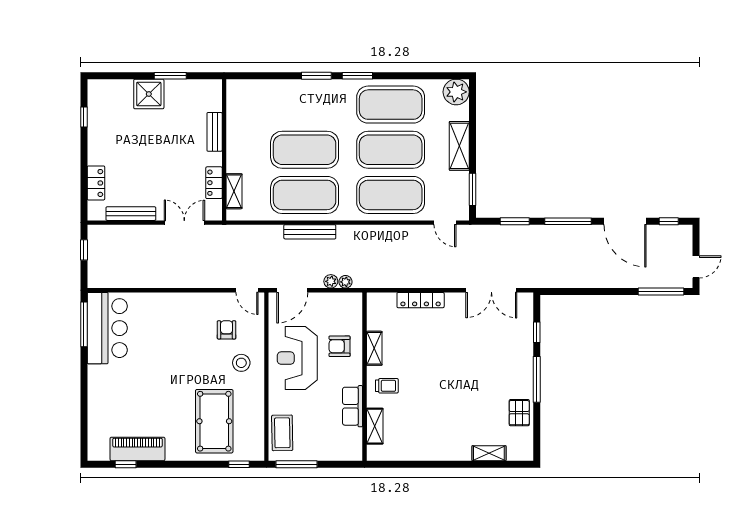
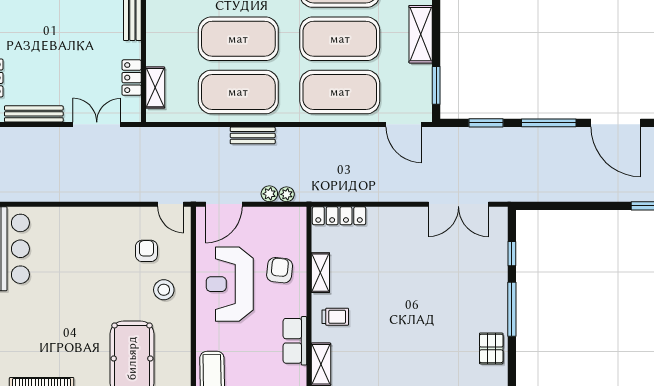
door: (445, 223) -> (404, 124), width x1.38
bench: (310, 232) -> (253, 135), width x0.73
locker: (421, 300) -> (339, 216), moved
armchair: (340, 346) -> (280, 270), turned 96

